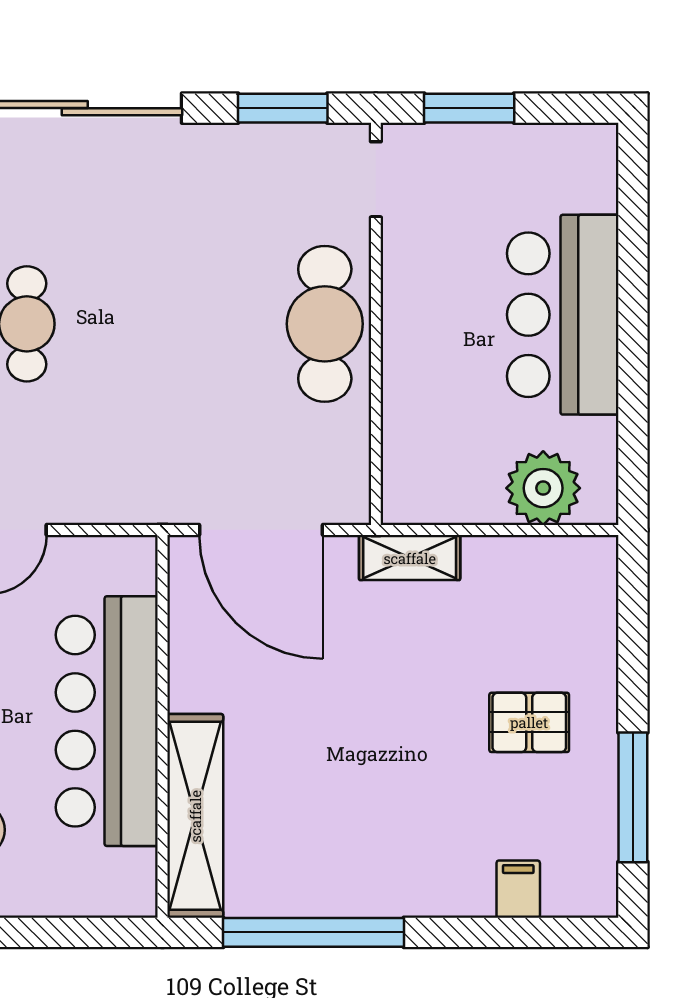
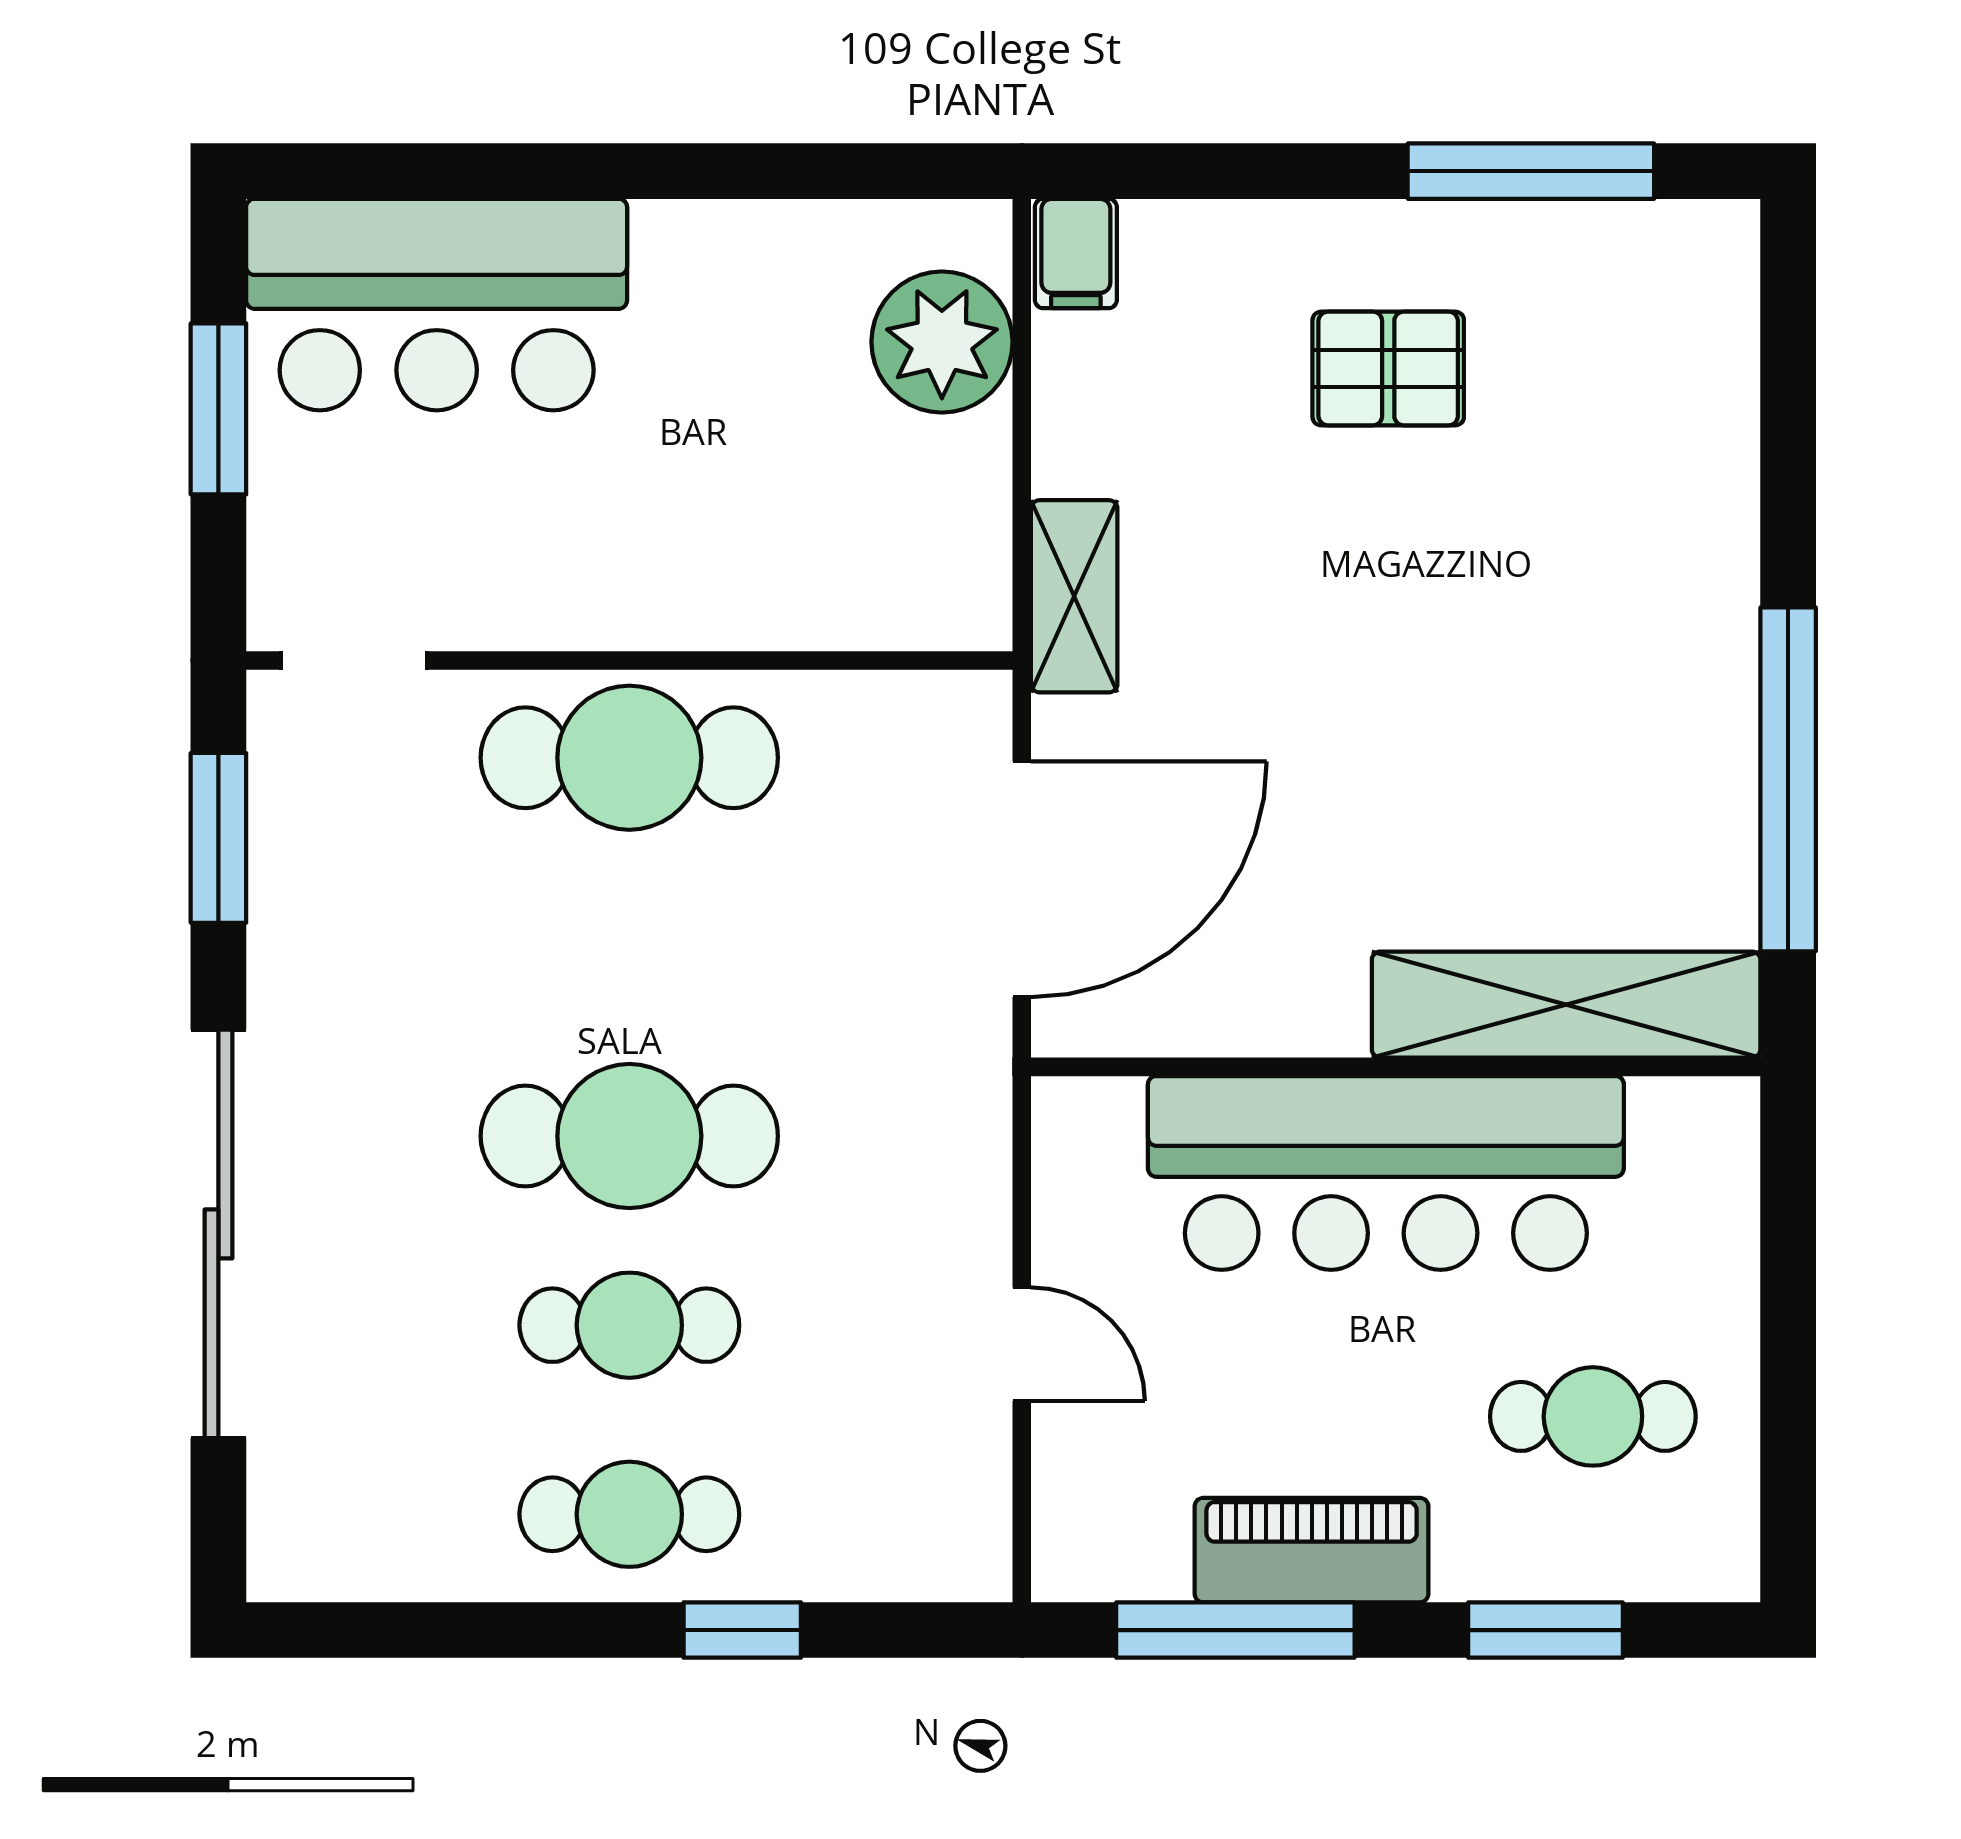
window: (469, 108) -> (218, 409), moved
bar counter: (563, 315) -> (437, 305), moved
cafe table: (126, 324) -> (629, 1136), added
pallet: (529, 722) -> (1388, 368), turned 90
filing cabinet: (518, 889) -> (1076, 254), moved, turned -90

